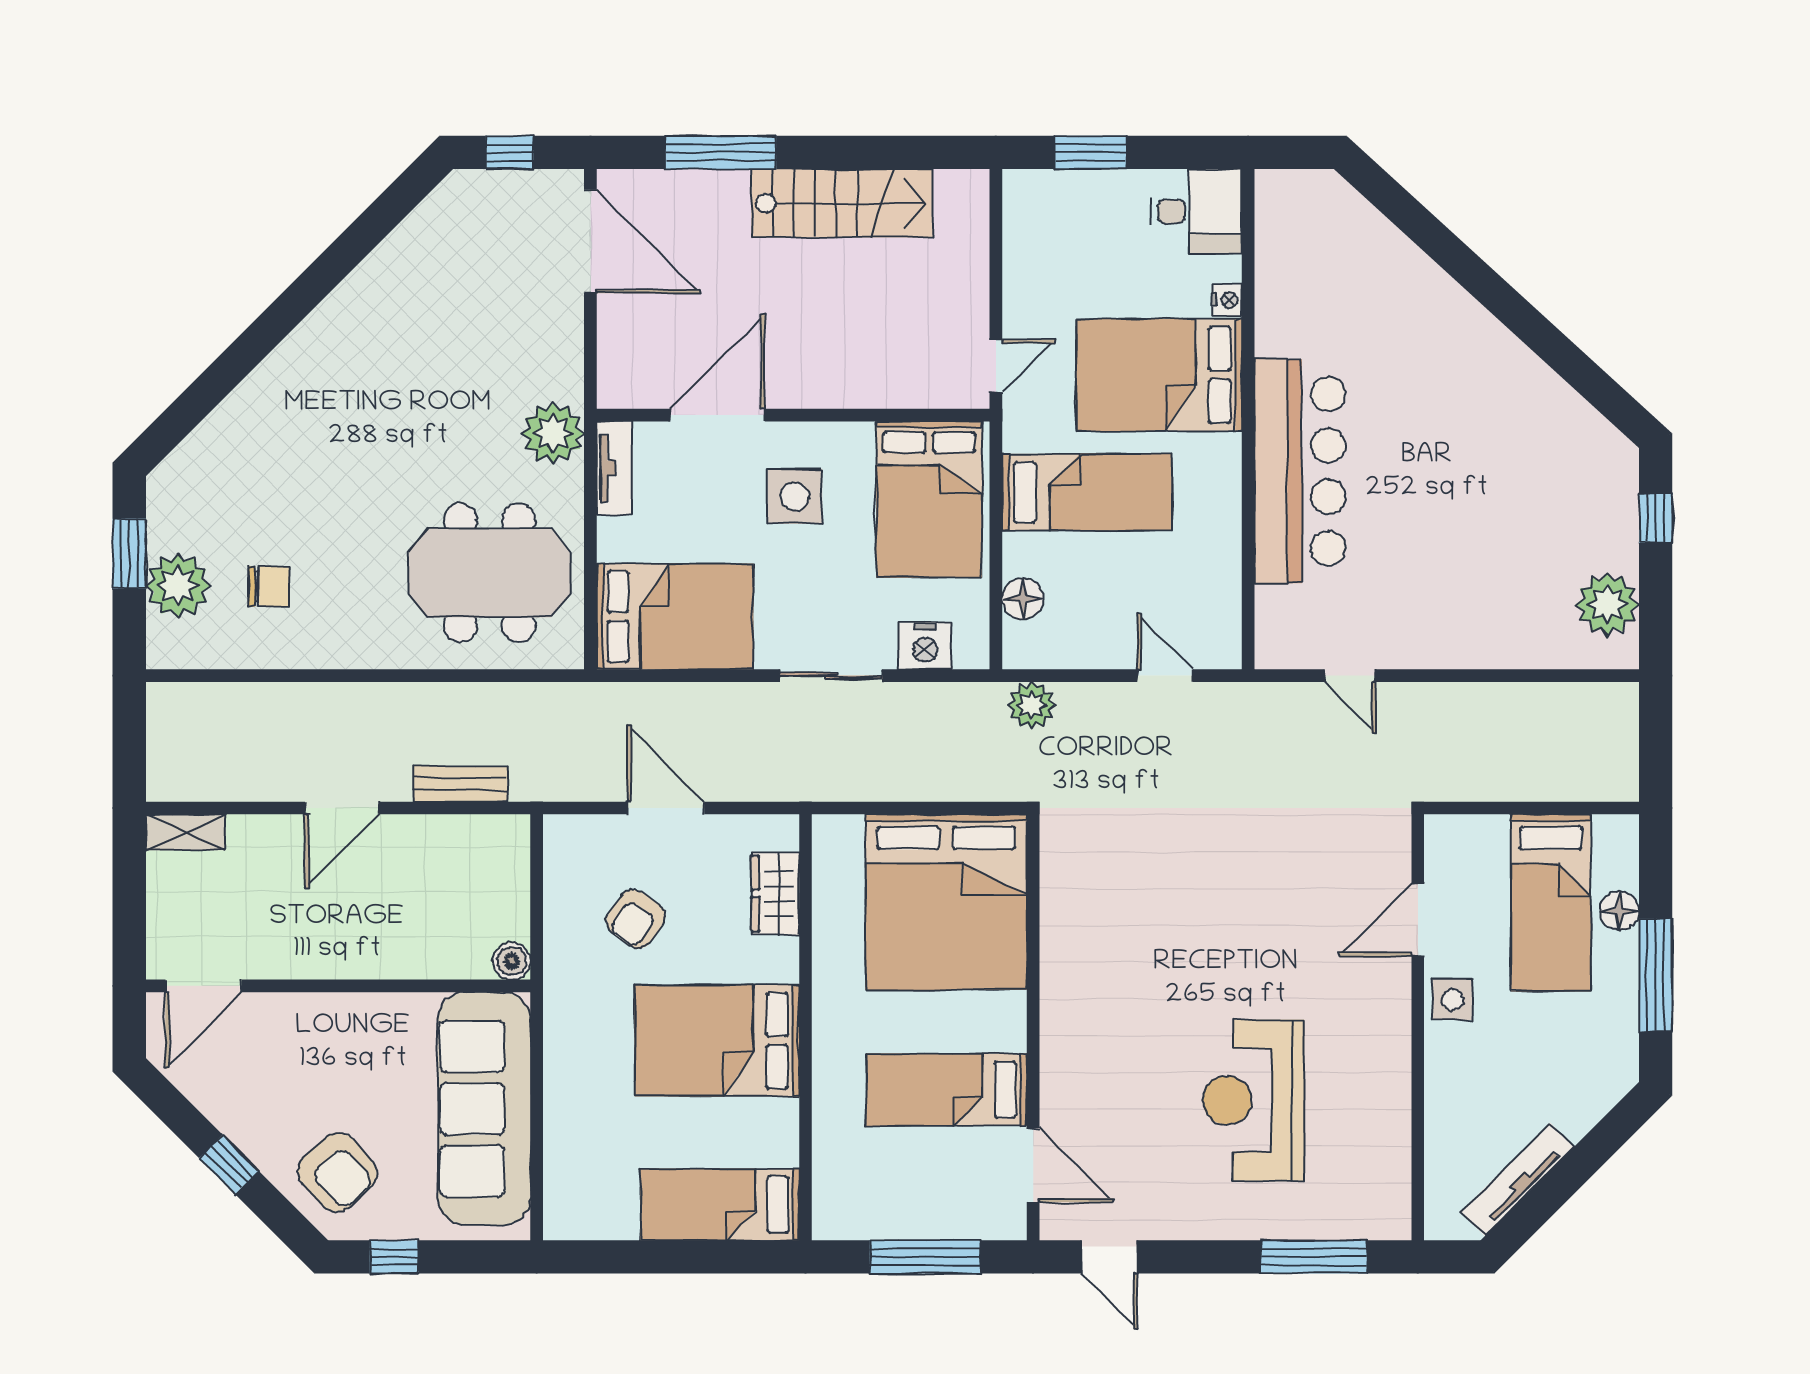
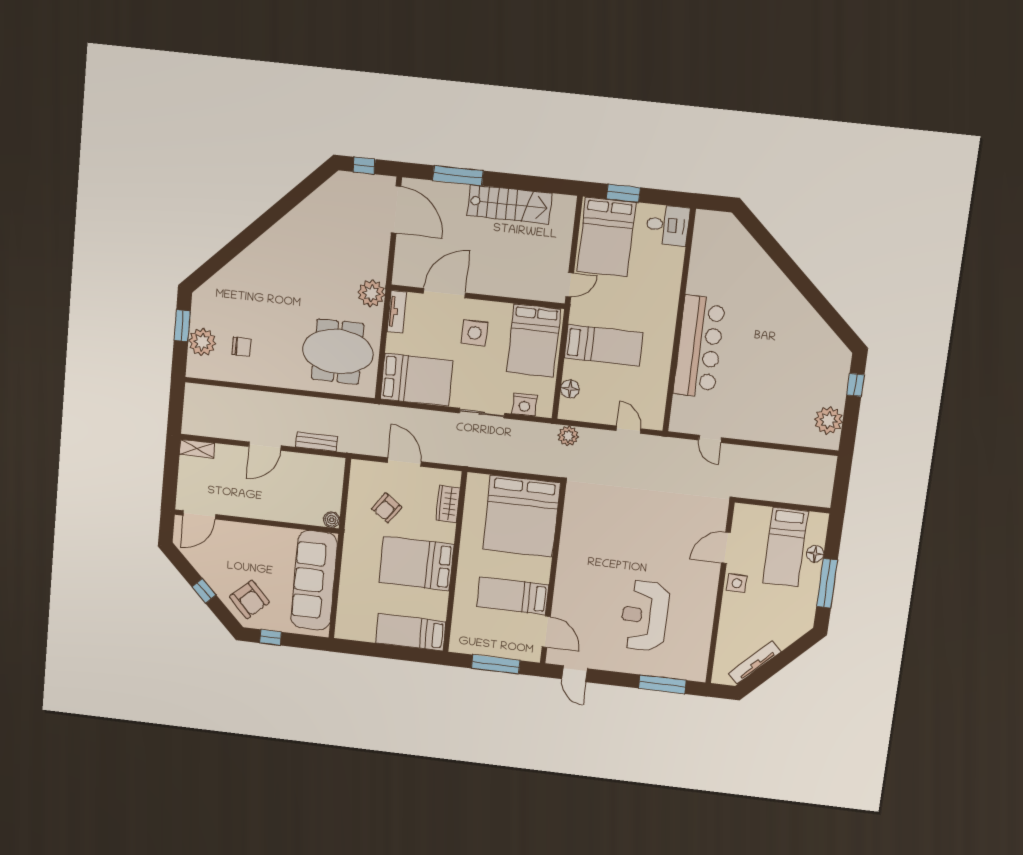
nightstand: (1227, 300) -> (676, 266), removed
bed: (1159, 375) -> (606, 237), moved, turned -90

